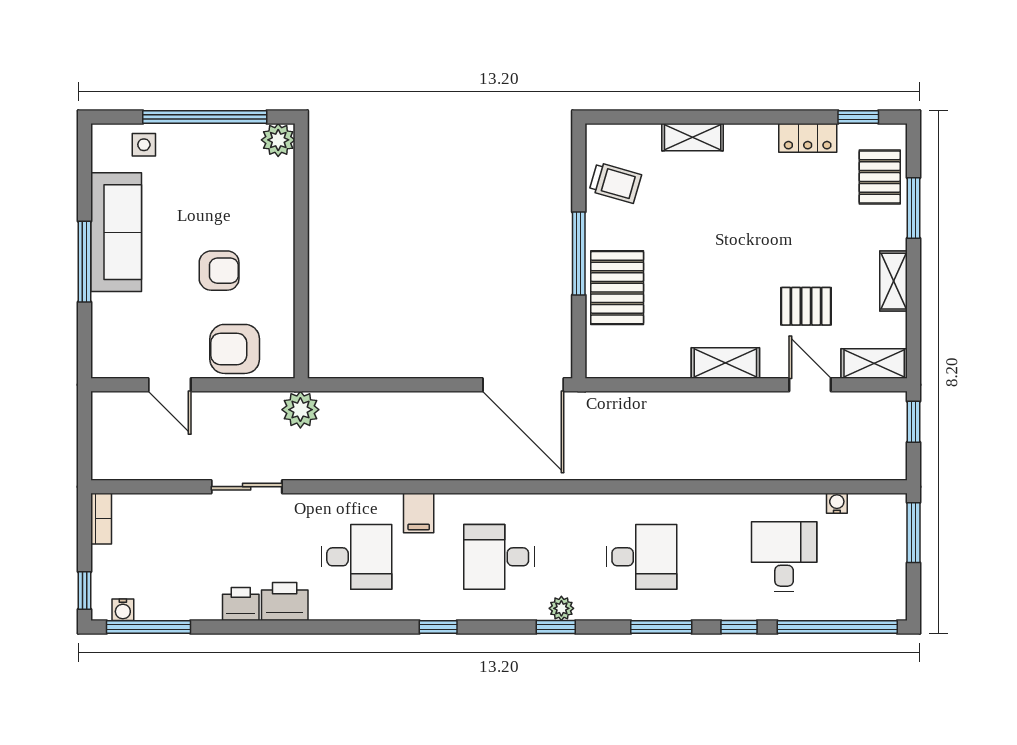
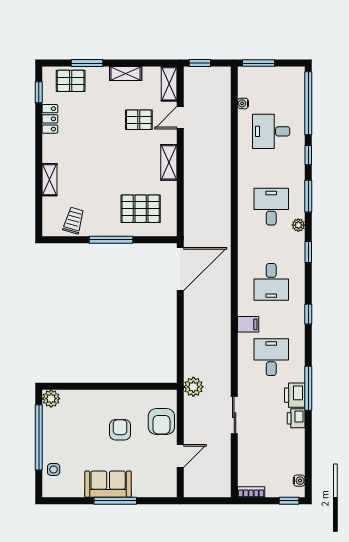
sofa: (116, 232) -> (108, 484), width x0.73
pallet: (617, 288) -> (141, 209), moved
pallet: (806, 306) -> (139, 120), turned 90
plant: (561, 608) -> (298, 225), moved
window: (149, 627) -> (308, 388), moved

